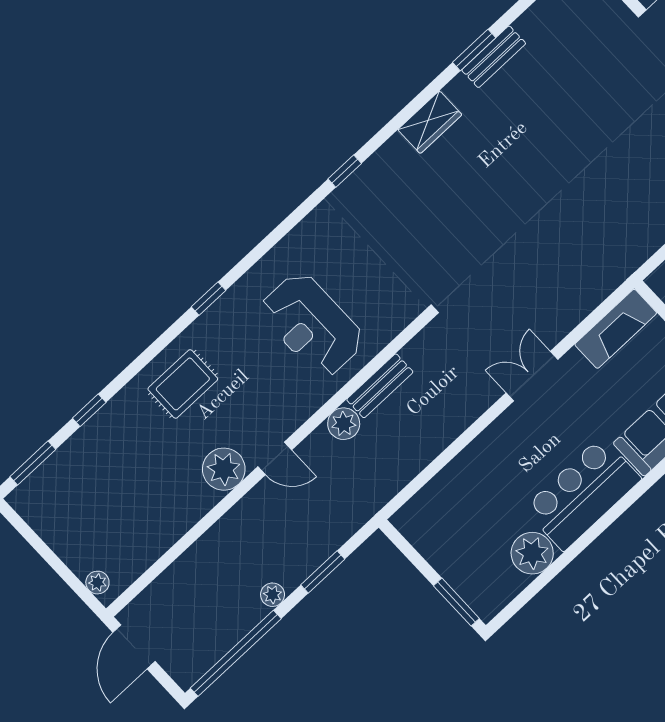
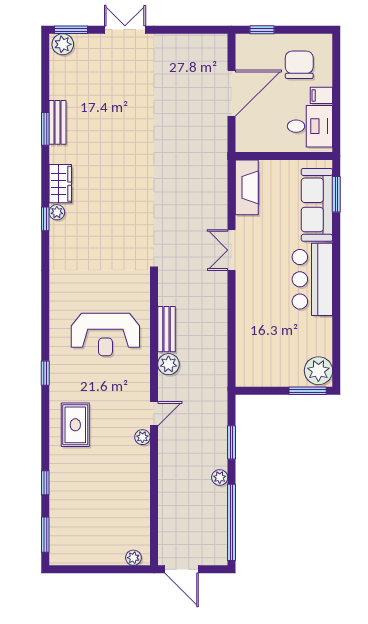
plant: (395, 148) -> (57, 212), added
window: (345, 171) -> (45, 219), moved
plant: (224, 469) -> (142, 437), width x0.53, depth x0.53
plant: (532, 553) -> (318, 371), moved

